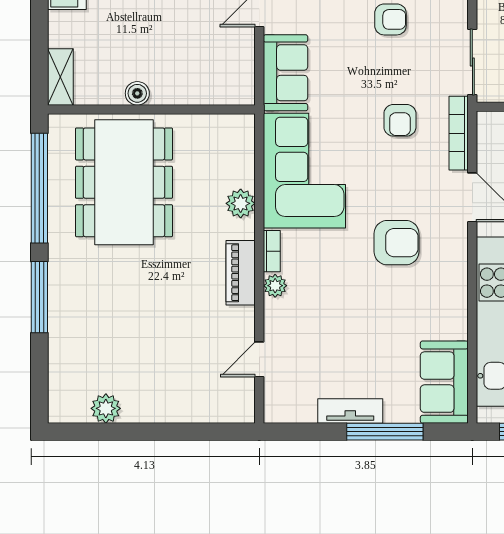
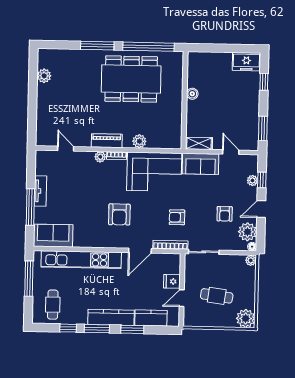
shelving: (60, 77) -> (199, 143), moved
dining table: (124, 182) -> (131, 79), moved

